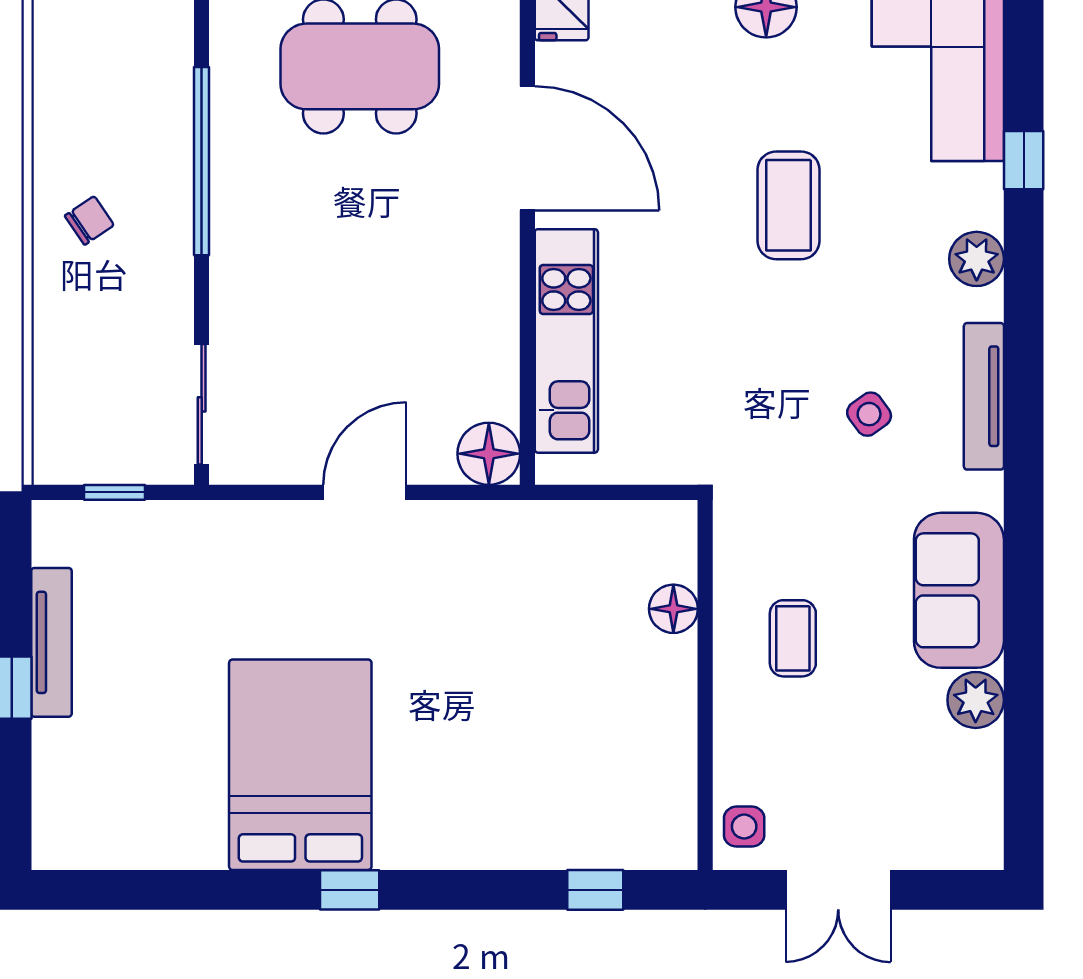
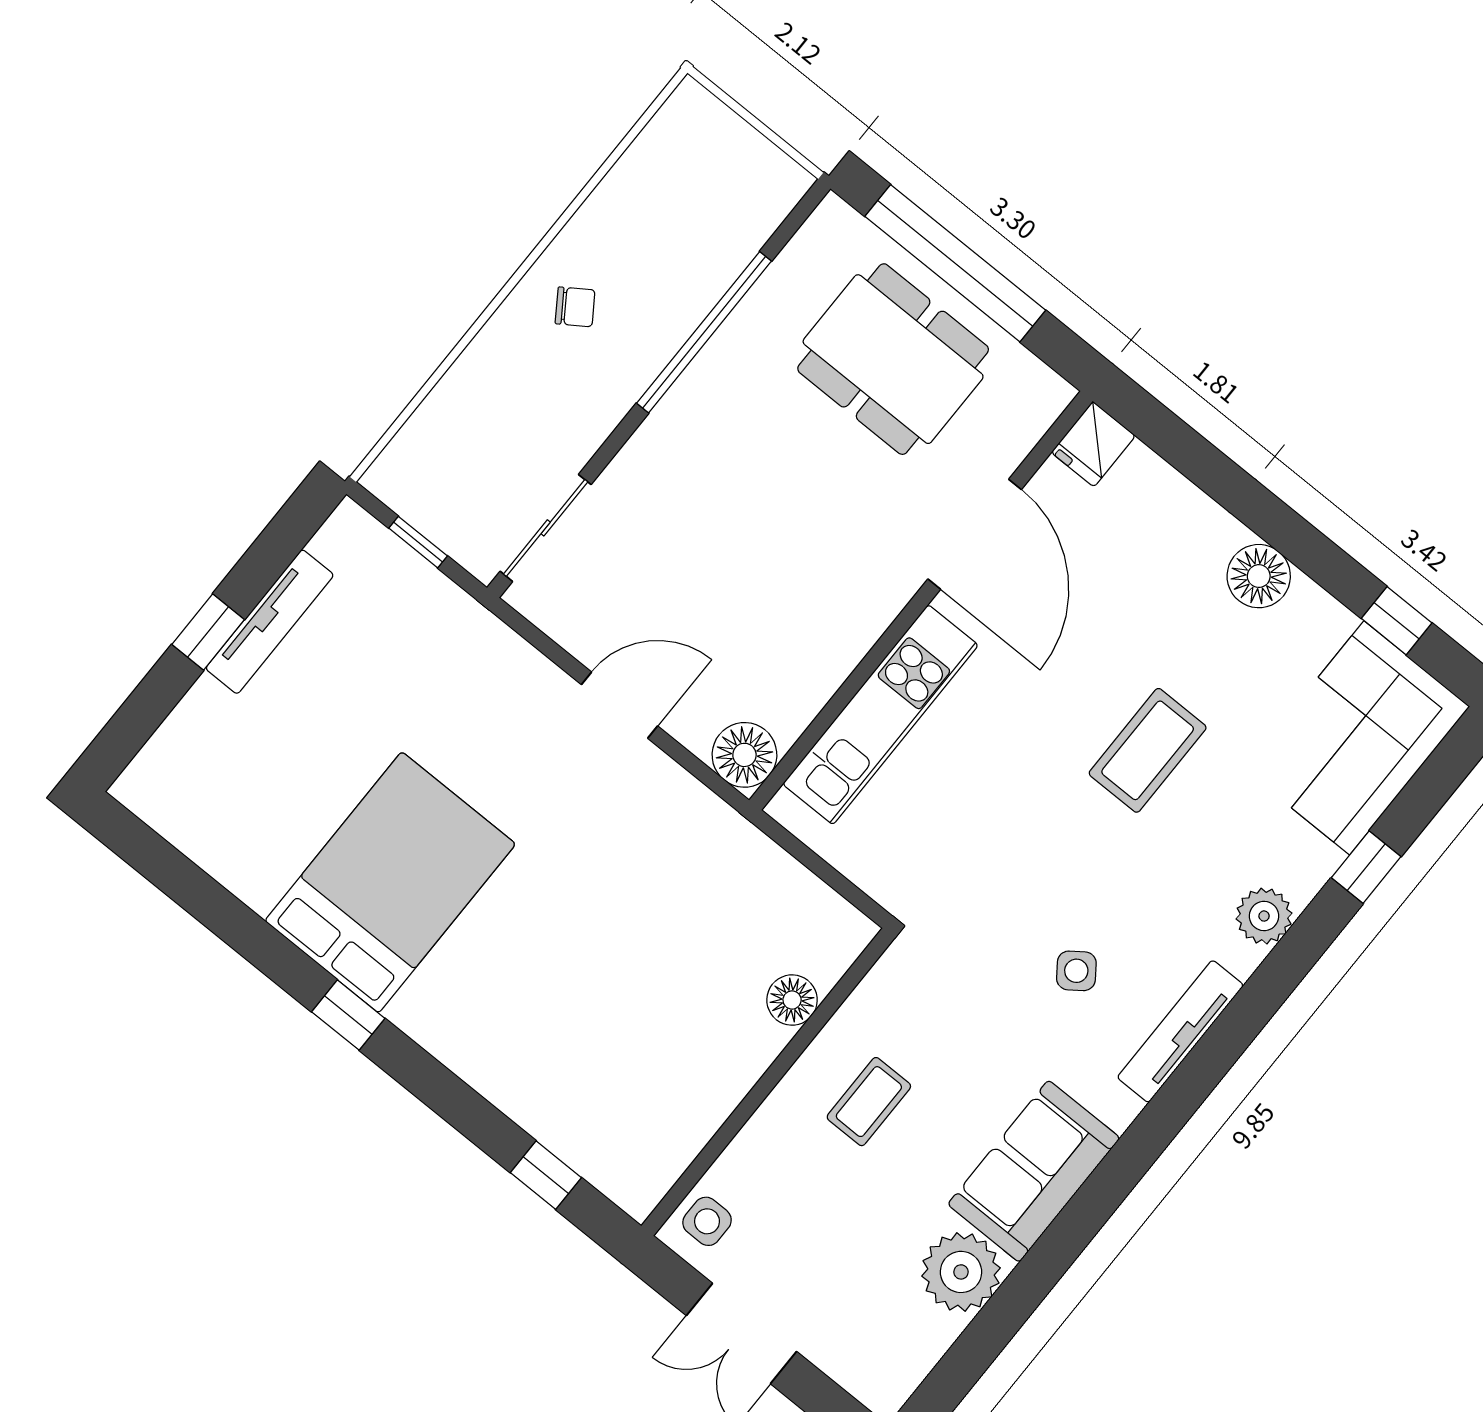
plant: (976, 700) -> (961, 1272), width x1.36, depth x1.36

